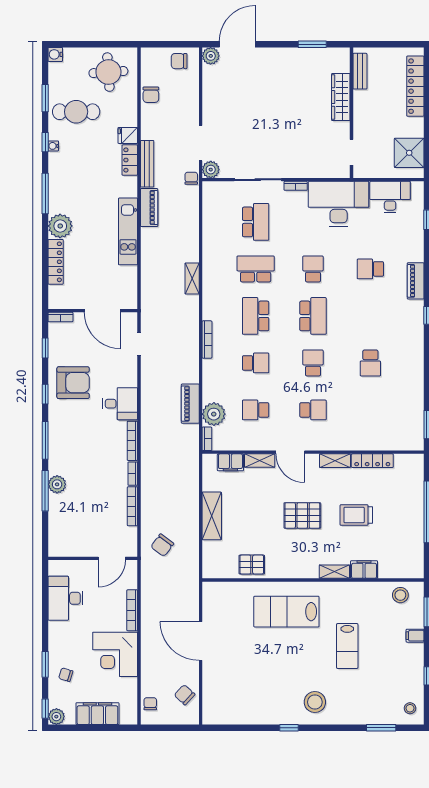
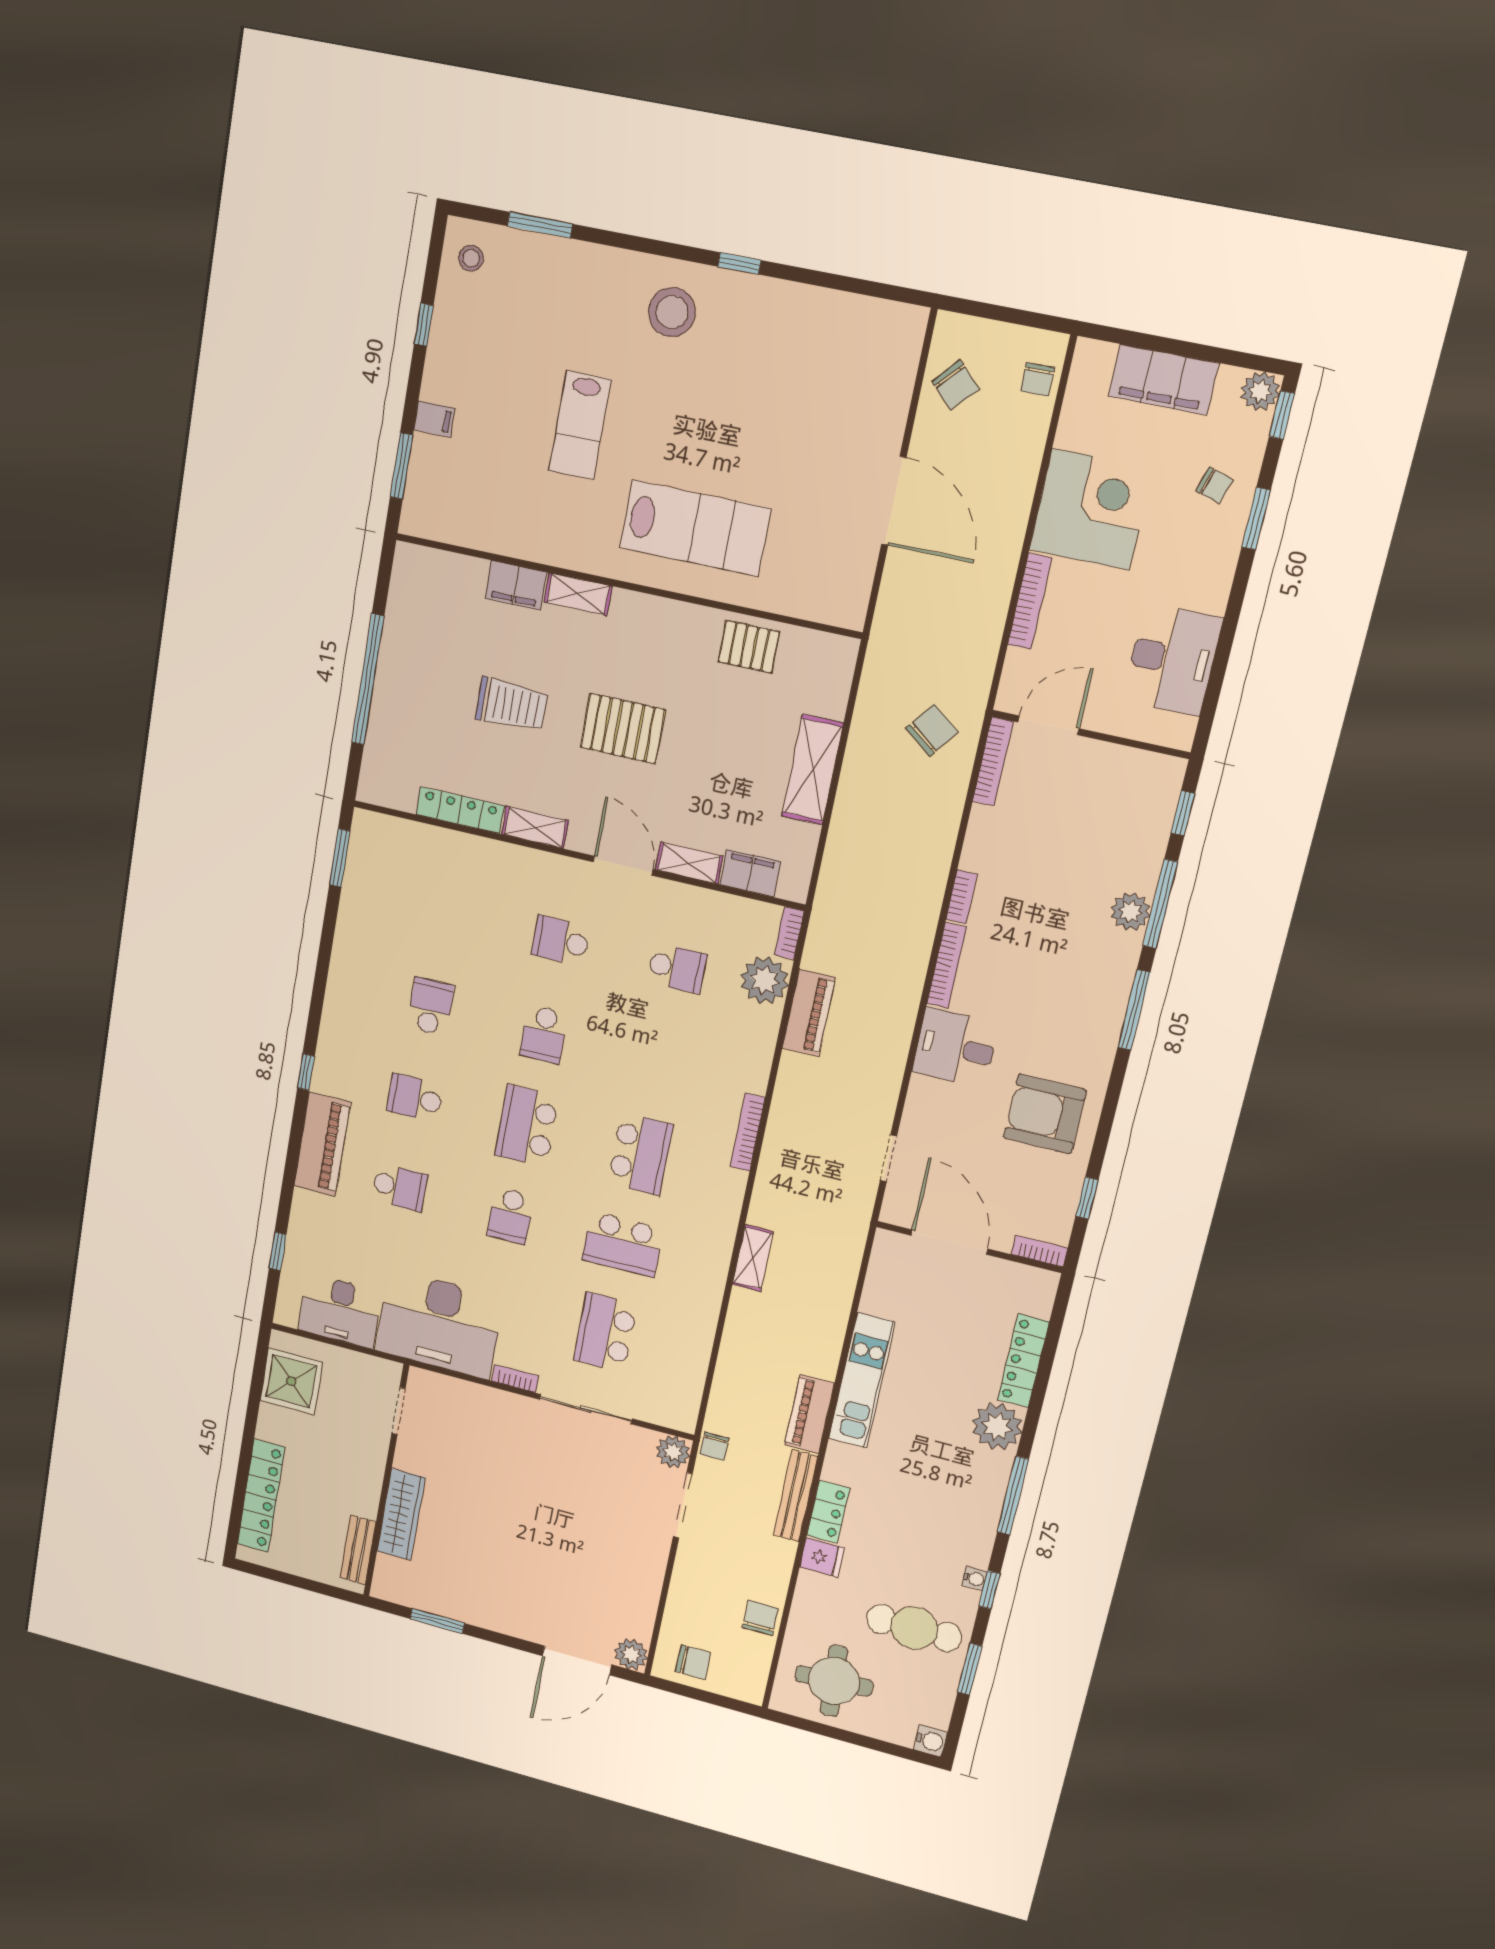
piano: (416, 281) -> (322, 1144), width x1.37, depth x1.33
school desk: (256, 363) -> (415, 1098), moved
window: (45, 394) -> (1183, 813), moved
bookcase: (132, 506) -> (993, 761), moved
stool: (400, 595) -> (450, 514), removed
lab bench: (347, 646) -> (580, 425), turned 180

